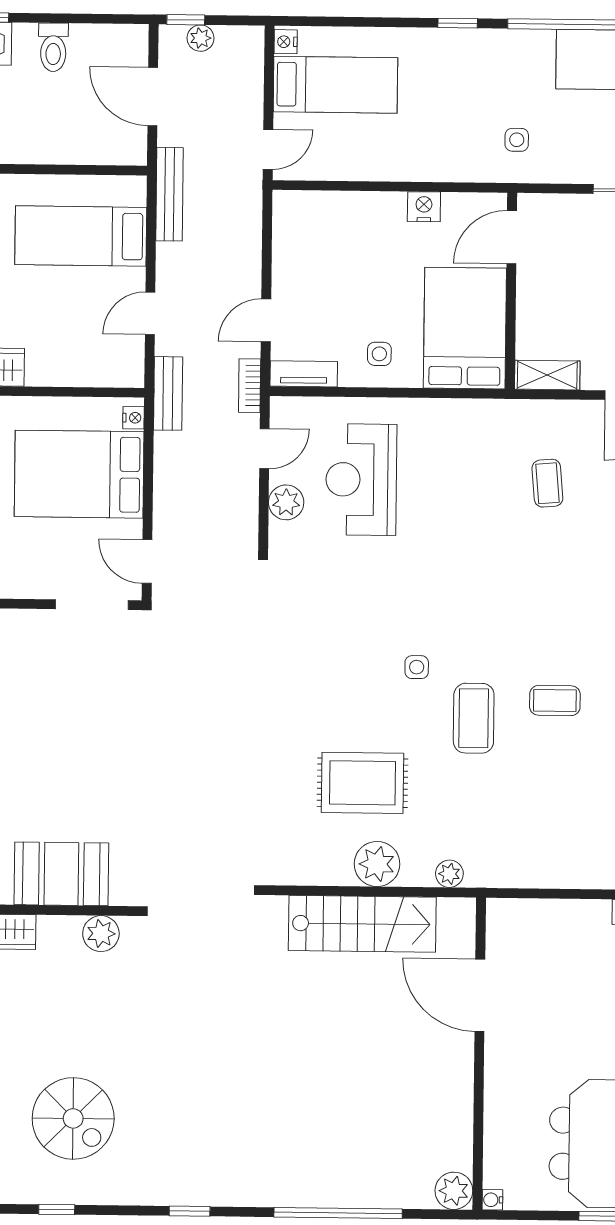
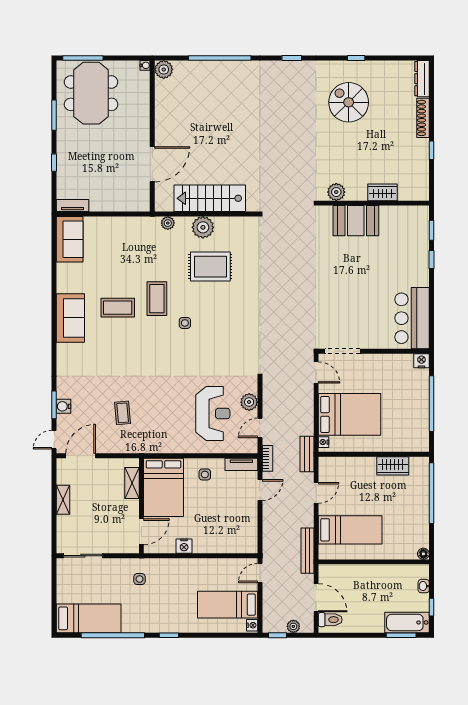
window: (186, 20) -> (277, 635), moved
toilet: (53, 47) -> (330, 620), moved, turned 90
shelving: (547, 375) -> (132, 483), moved, turned 90
coffee table: (555, 700) -> (118, 308), width x1.36, depth x1.30
door: (480, 995) -> (152, 164), hinge flipped

